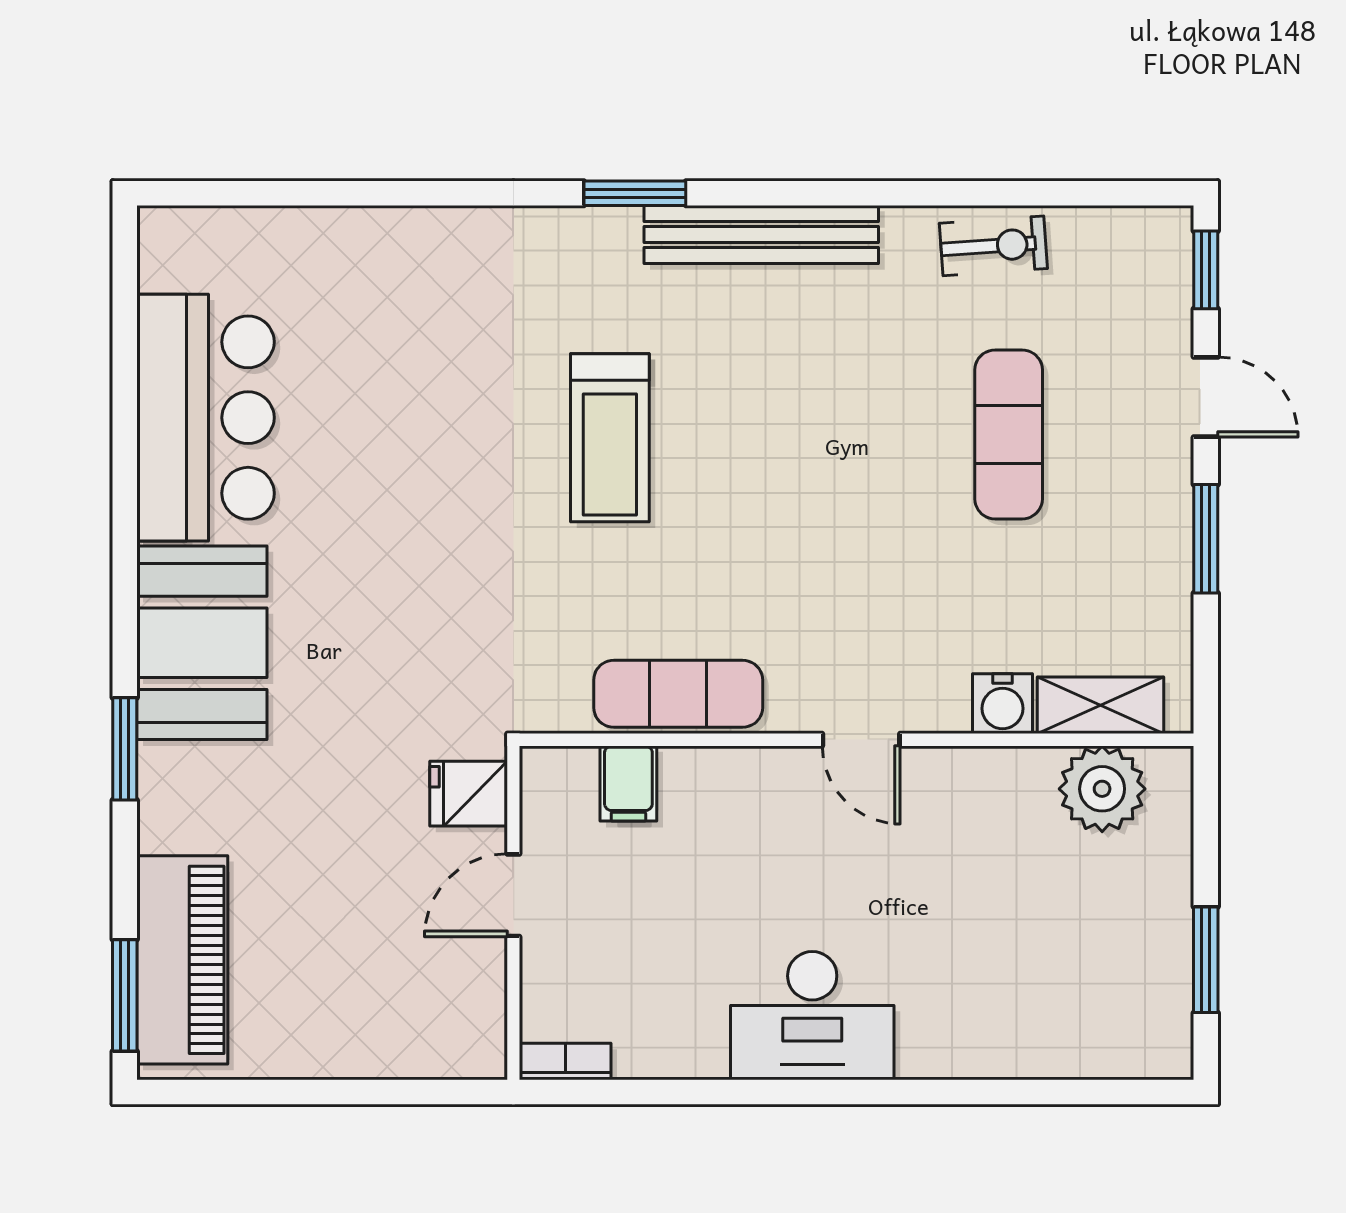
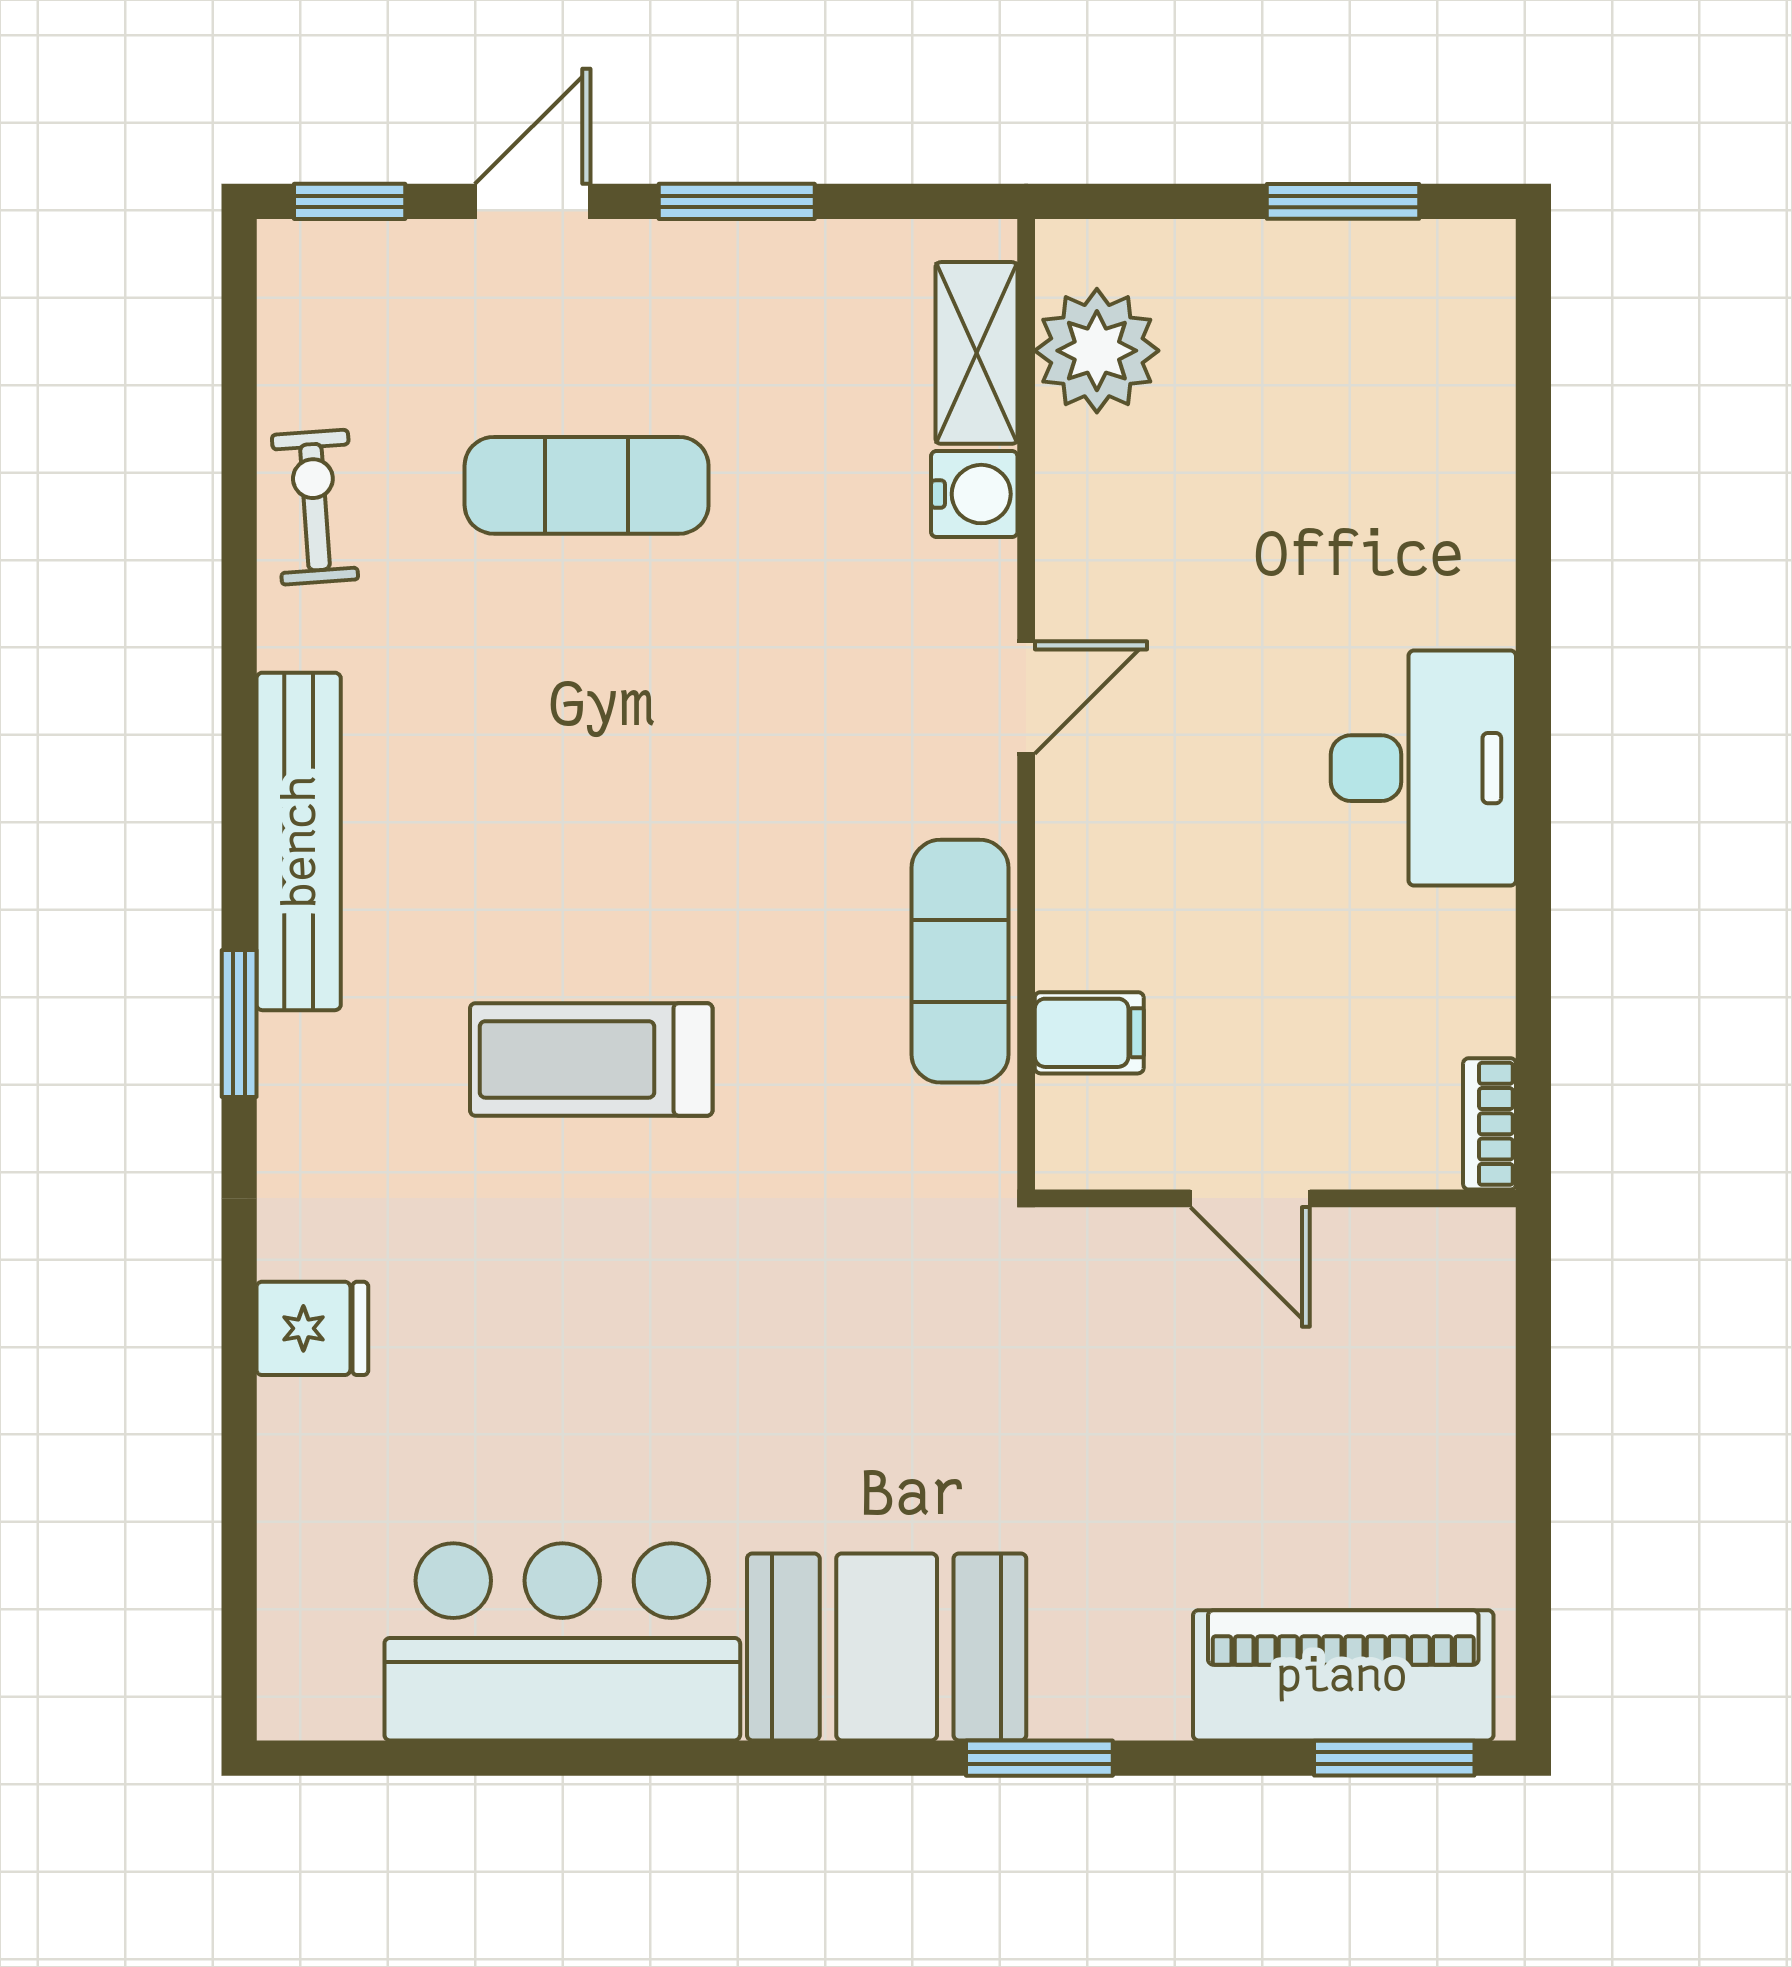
treadmill: (610, 438) -> (591, 1059), turned 180
fridge: (469, 794) -> (312, 1328), moved, turned -90

